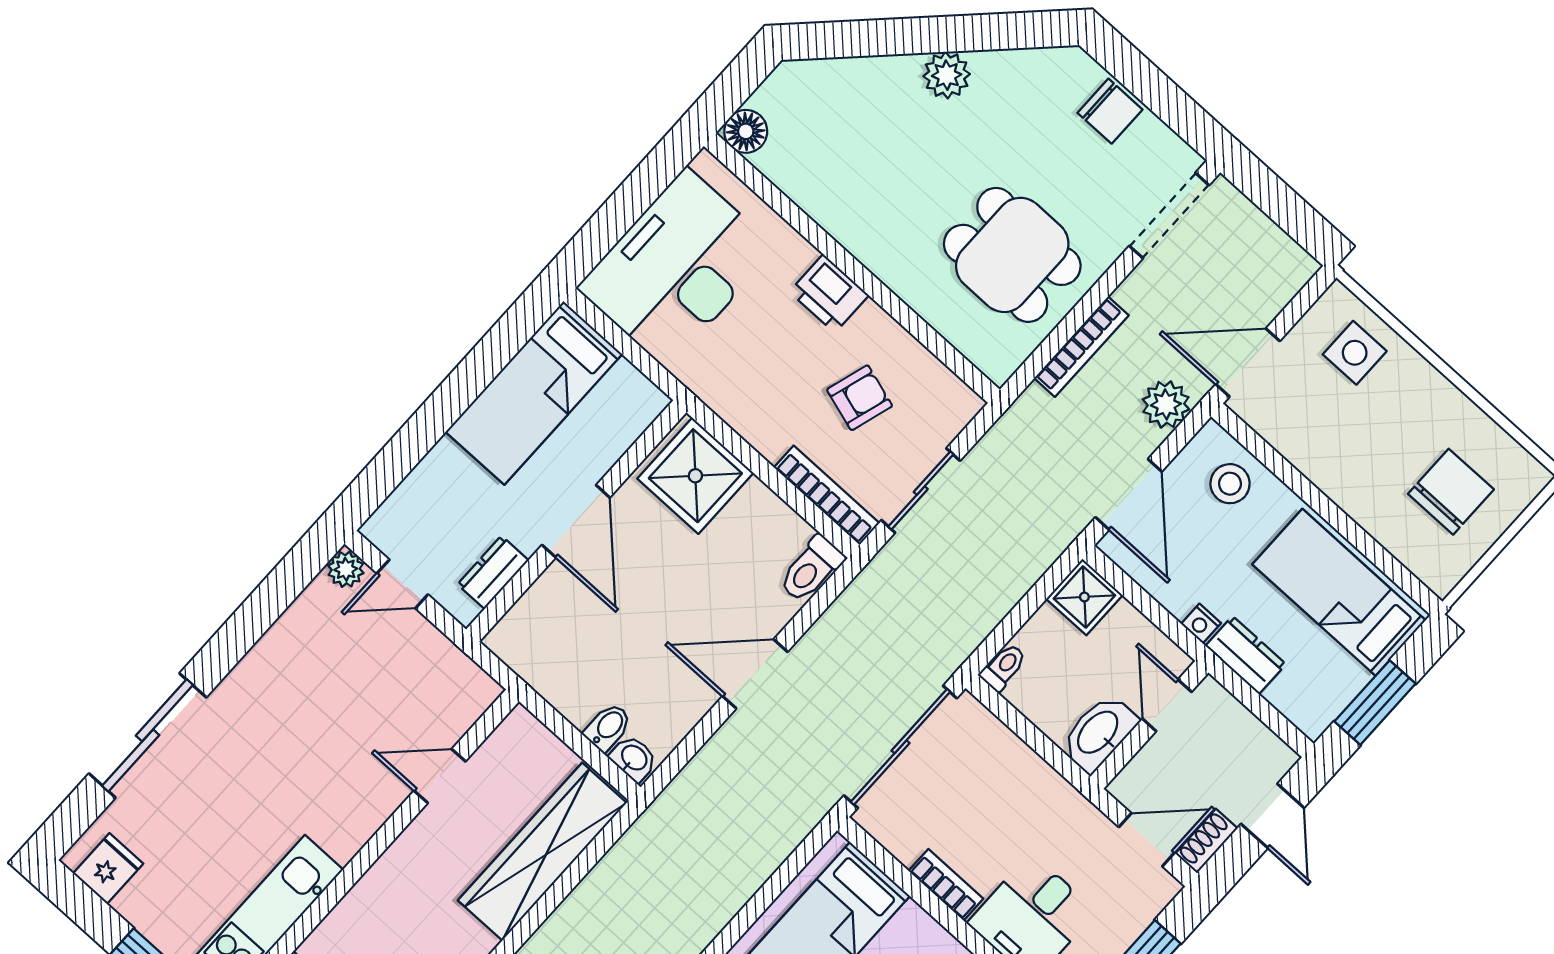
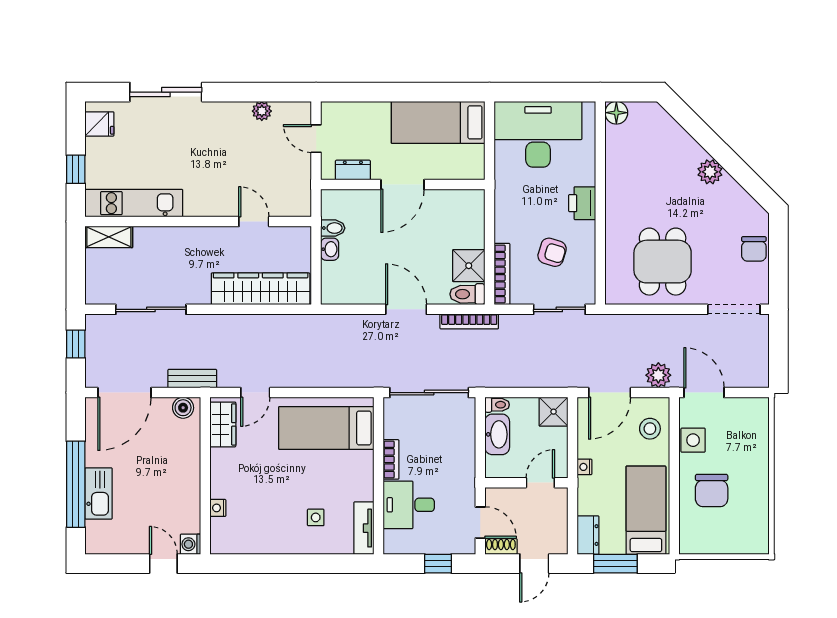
bookcase: (1081, 347) -> (469, 321), moved
side table: (1355, 353) -> (693, 440), moved
shower: (695, 476) -> (469, 266), moved, width x0.73, depth x0.73
sliding door: (921, 490) -> (559, 309), moved
chair: (1451, 492) -> (712, 490), moved, turned 90
plant: (346, 569) -> (262, 111), moved
dresser: (1246, 655) -> (588, 535), moved
bidet: (608, 727) -> (333, 228), moved
washbasin: (1099, 733) -> (497, 434), moved, turned 90
washbasin: (634, 758) -> (330, 249), moved

